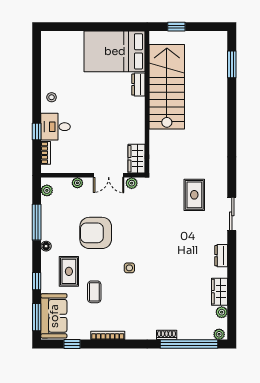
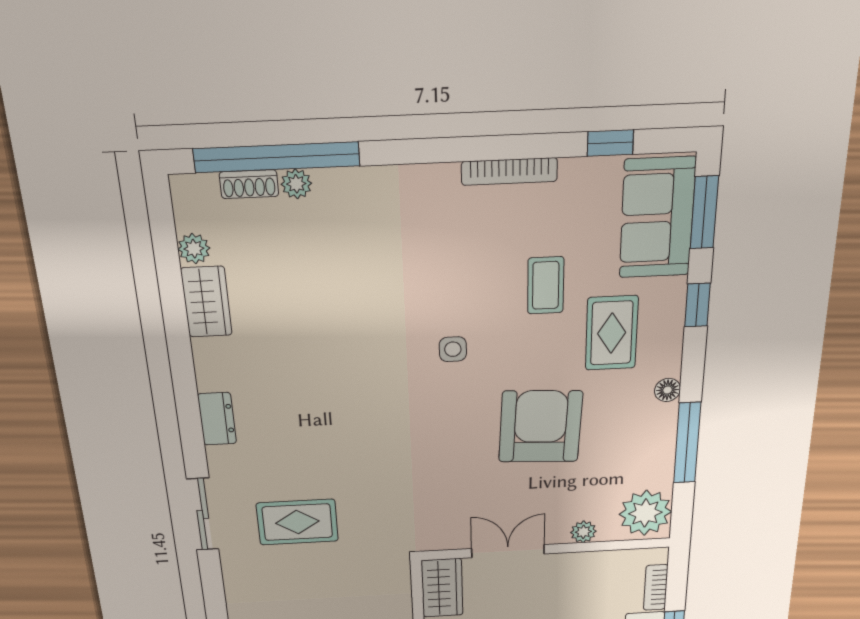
plant: (132, 183) -> (452, 538), removed
plant: (47, 190) -> (645, 513), width x1.87, depth x1.87
rug: (194, 195) -> (297, 522), turned 90
sliding door: (232, 214) -> (203, 514), moved
armchair: (96, 233) -> (540, 427), turned -87
dresser: (221, 256) -> (217, 419), moved
plant: (219, 334) -> (296, 184), moved
shoe rack: (167, 335) -> (249, 184), moved

